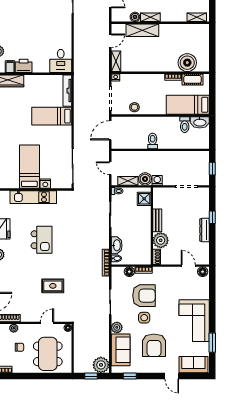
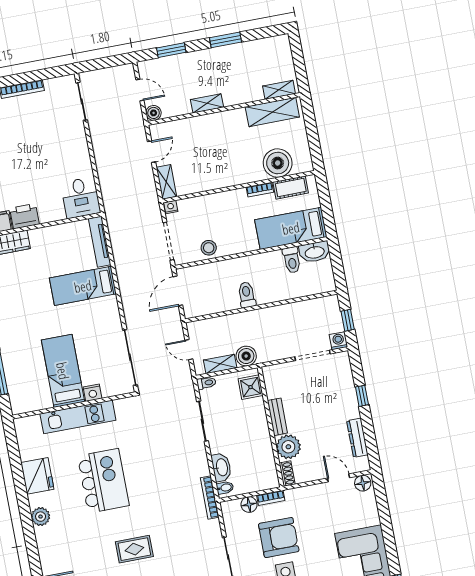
boiler: (135, 17) -> (154, 113), moved
shelving: (142, 30) -> (272, 112), moved
washing machine: (157, 180) -> (338, 341), moved
dresser: (205, 230) -> (357, 438), moved
kitchen island: (42, 240) -> (103, 481), width x1.37, depth x1.28

